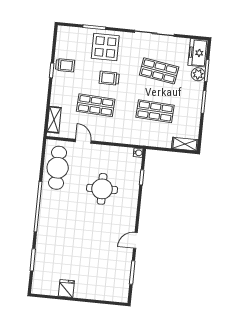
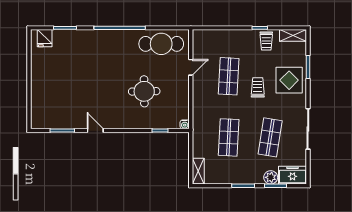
shelving: (54, 120) -> (293, 35), moved
fridge: (66, 288) -> (45, 38), moved, turned 90

